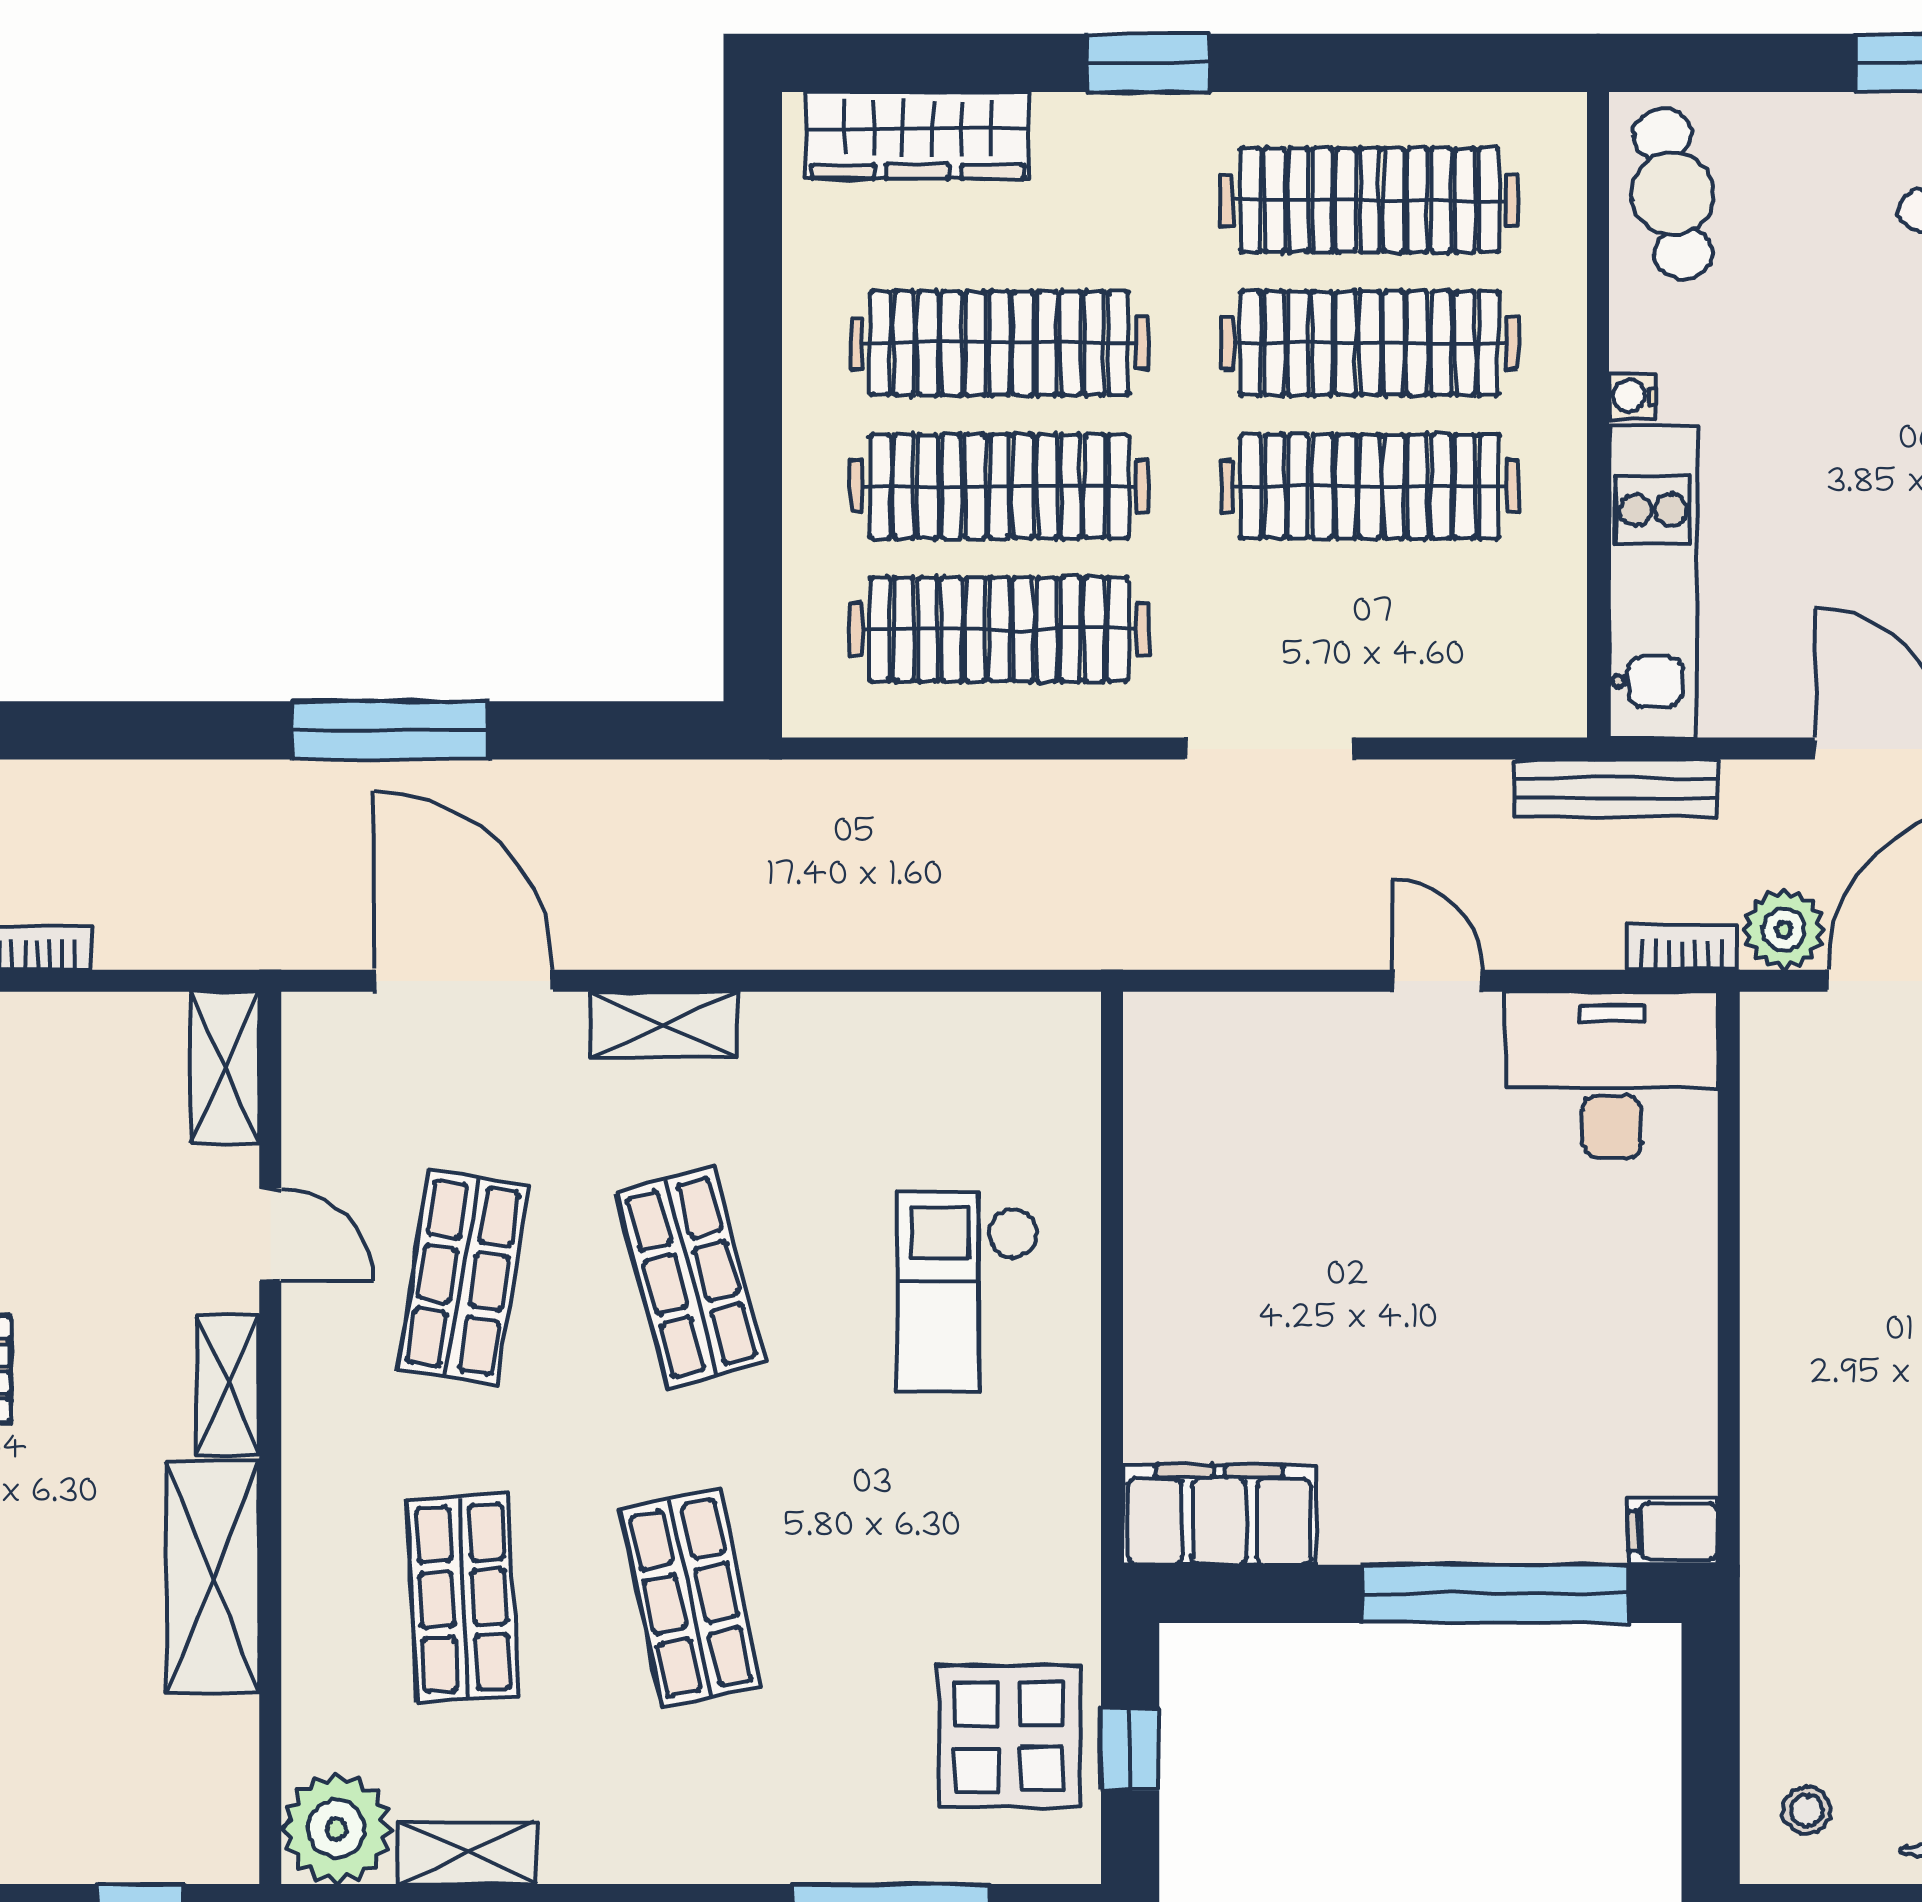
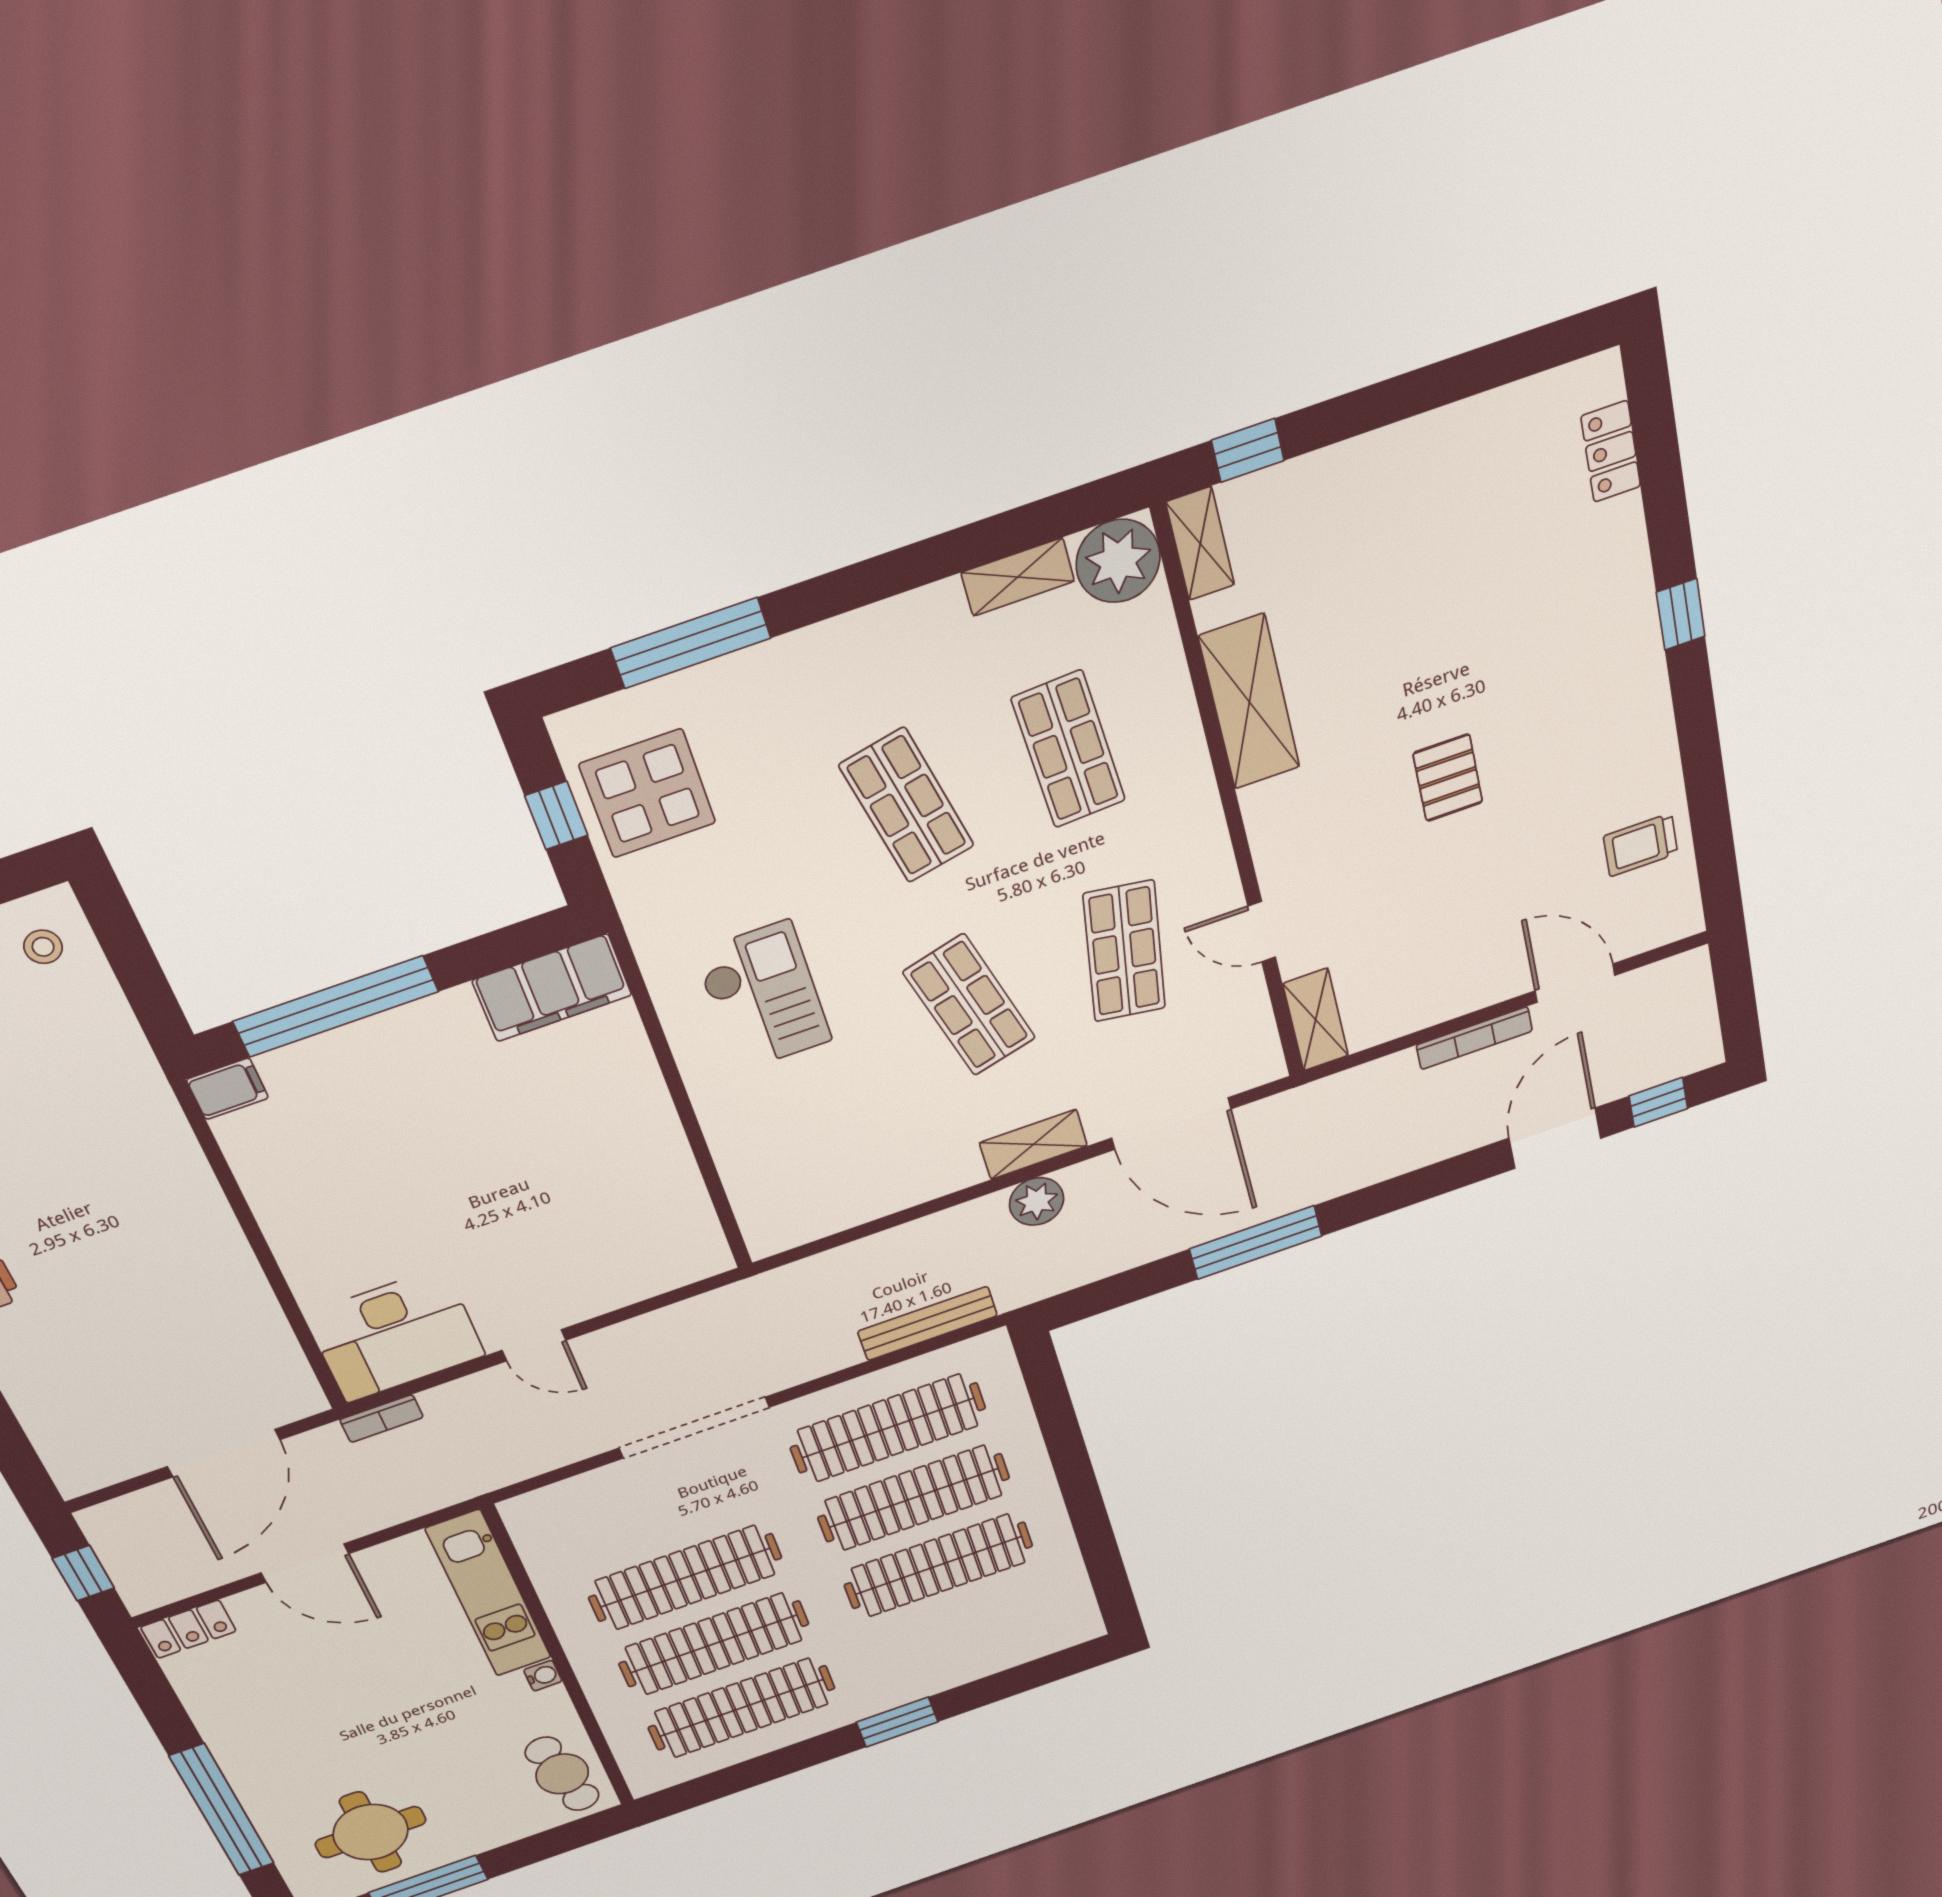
wardrobe: (918, 135) -> (1021, 1643), removed
doorway: (1269, 749) -> (694, 1428), width x1.36
bench: (1616, 788) -> (928, 1323), moved
plant: (1784, 930) -> (1037, 1201), moved
checkout: (968, 1291) -> (763, 996), moved
shelving: (228, 1385) -> (1200, 544), moved

